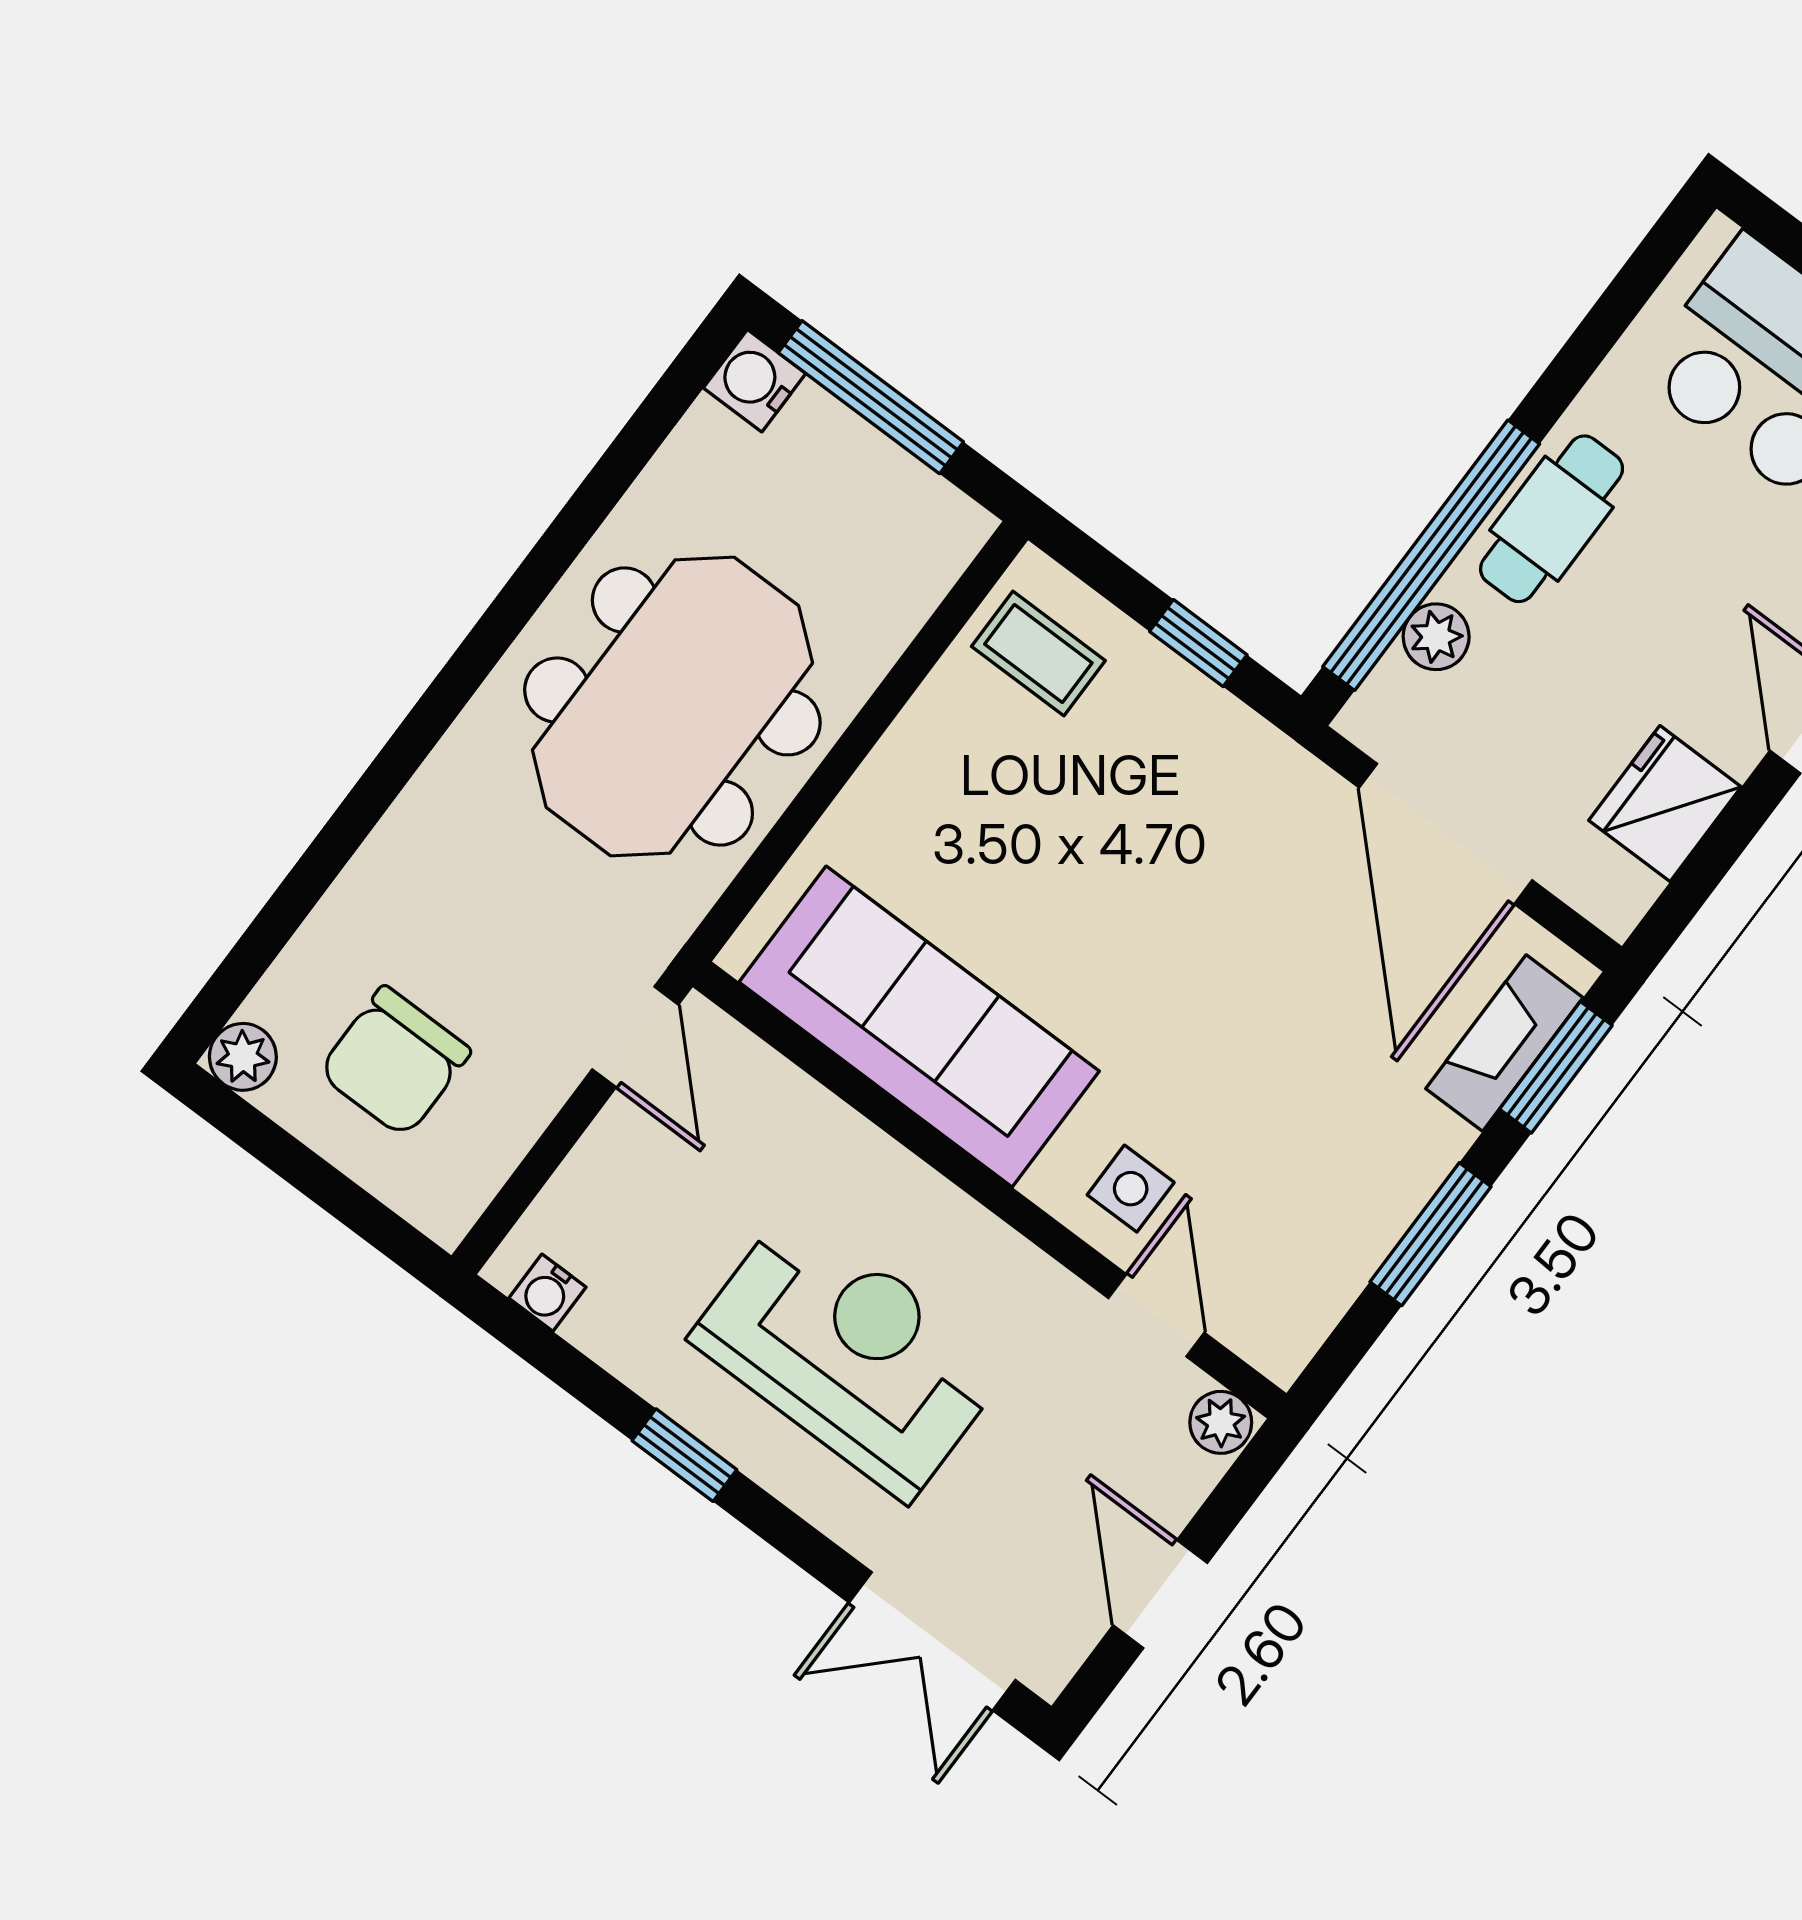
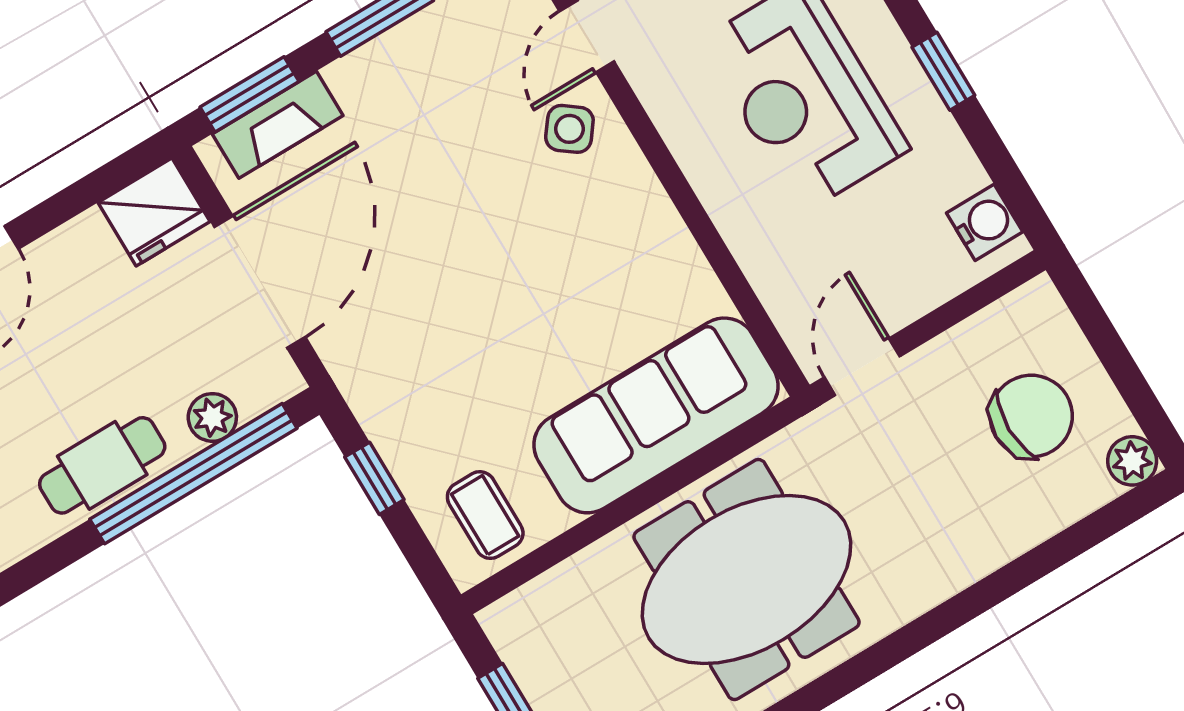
fridge: (1665, 804) -> (154, 212), moved
sofa: (919, 1027) -> (656, 415), moved, turned 90
side table: (1131, 1189) -> (569, 129), turned 37
water cooler: (547, 1293) -> (985, 222), width x1.38, depth x1.38

